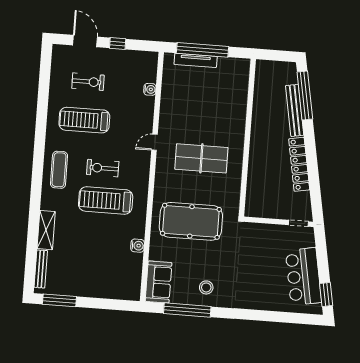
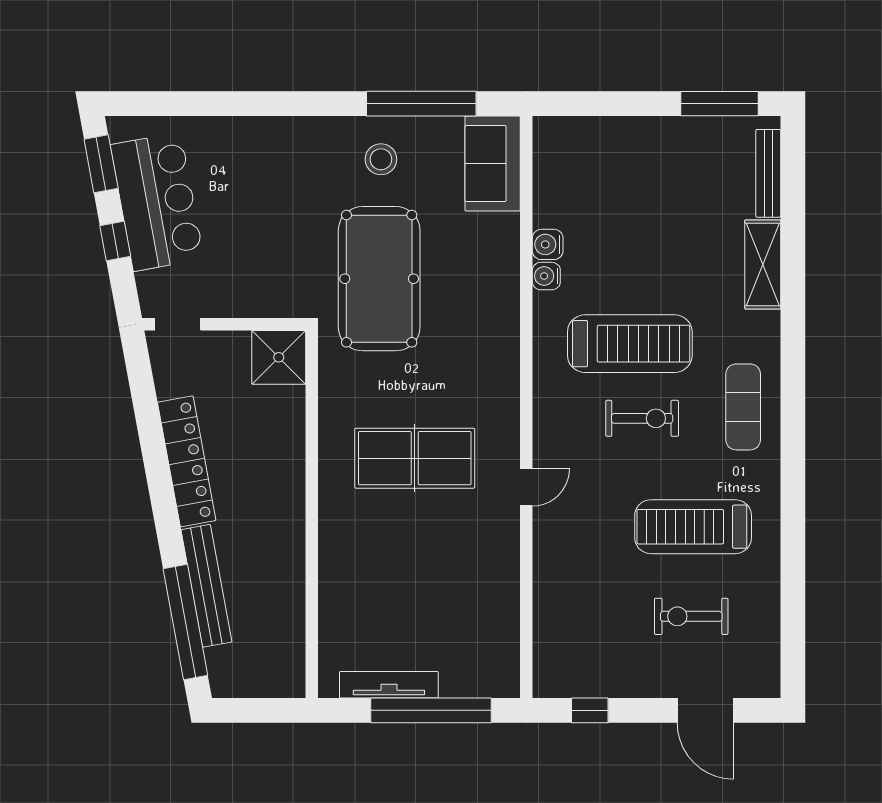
window: (118, 43) -> (590, 710), moved
tv unit: (196, 60) -> (389, 685), moved
water cooler: (150, 89) -> (546, 276), moved
treadmill: (84, 120) -> (693, 527), turned 180
shower: (256, 206) -> (279, 357), added
pool table: (191, 221) -> (379, 279), moved, turned 90
window: (323, 261) -> (115, 241), added

